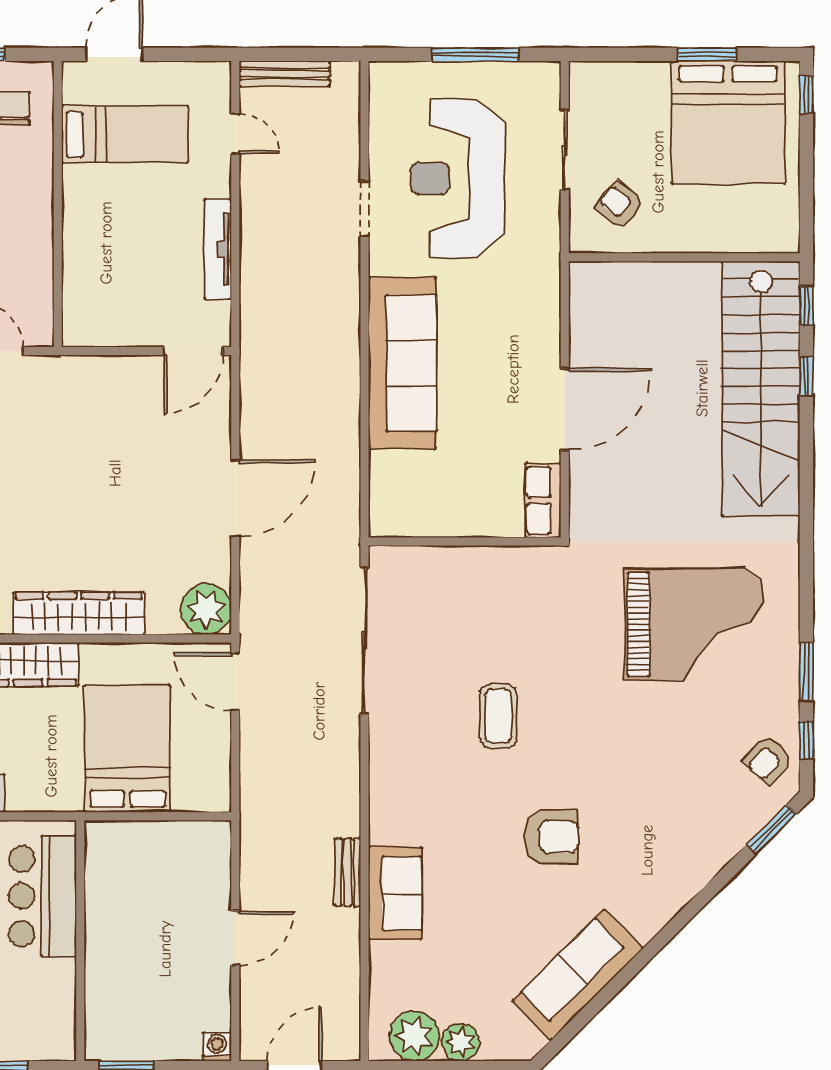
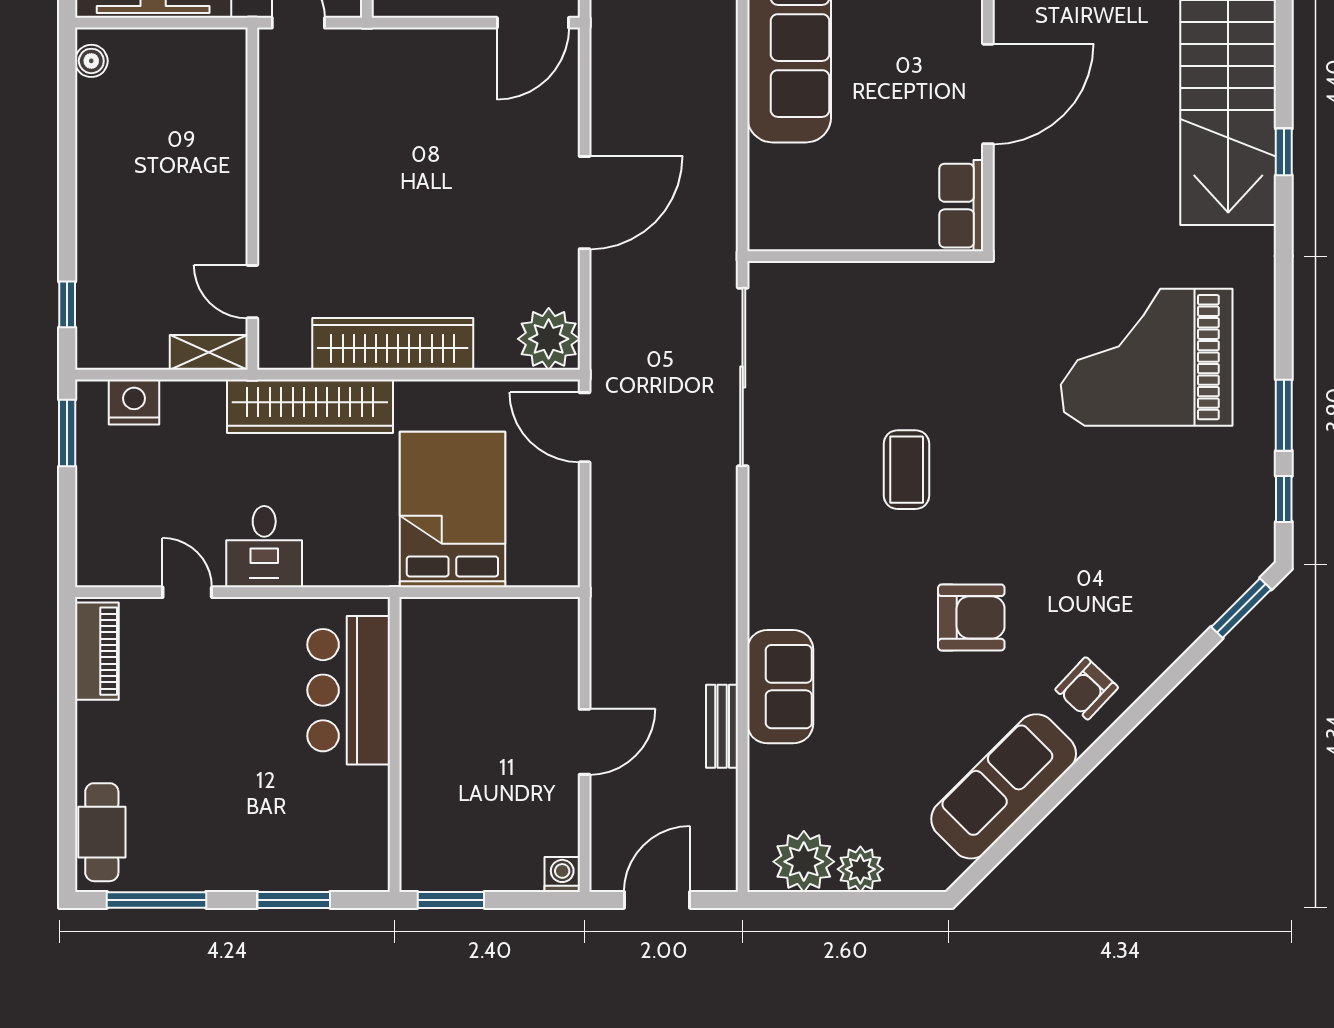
window: (806, 376) -> (1284, 152), moved
grand piano: (694, 624) -> (1147, 357), turned 180
armchair: (768, 760) -> (1087, 688), moved
bench: (348, 872) -> (722, 726), moved

